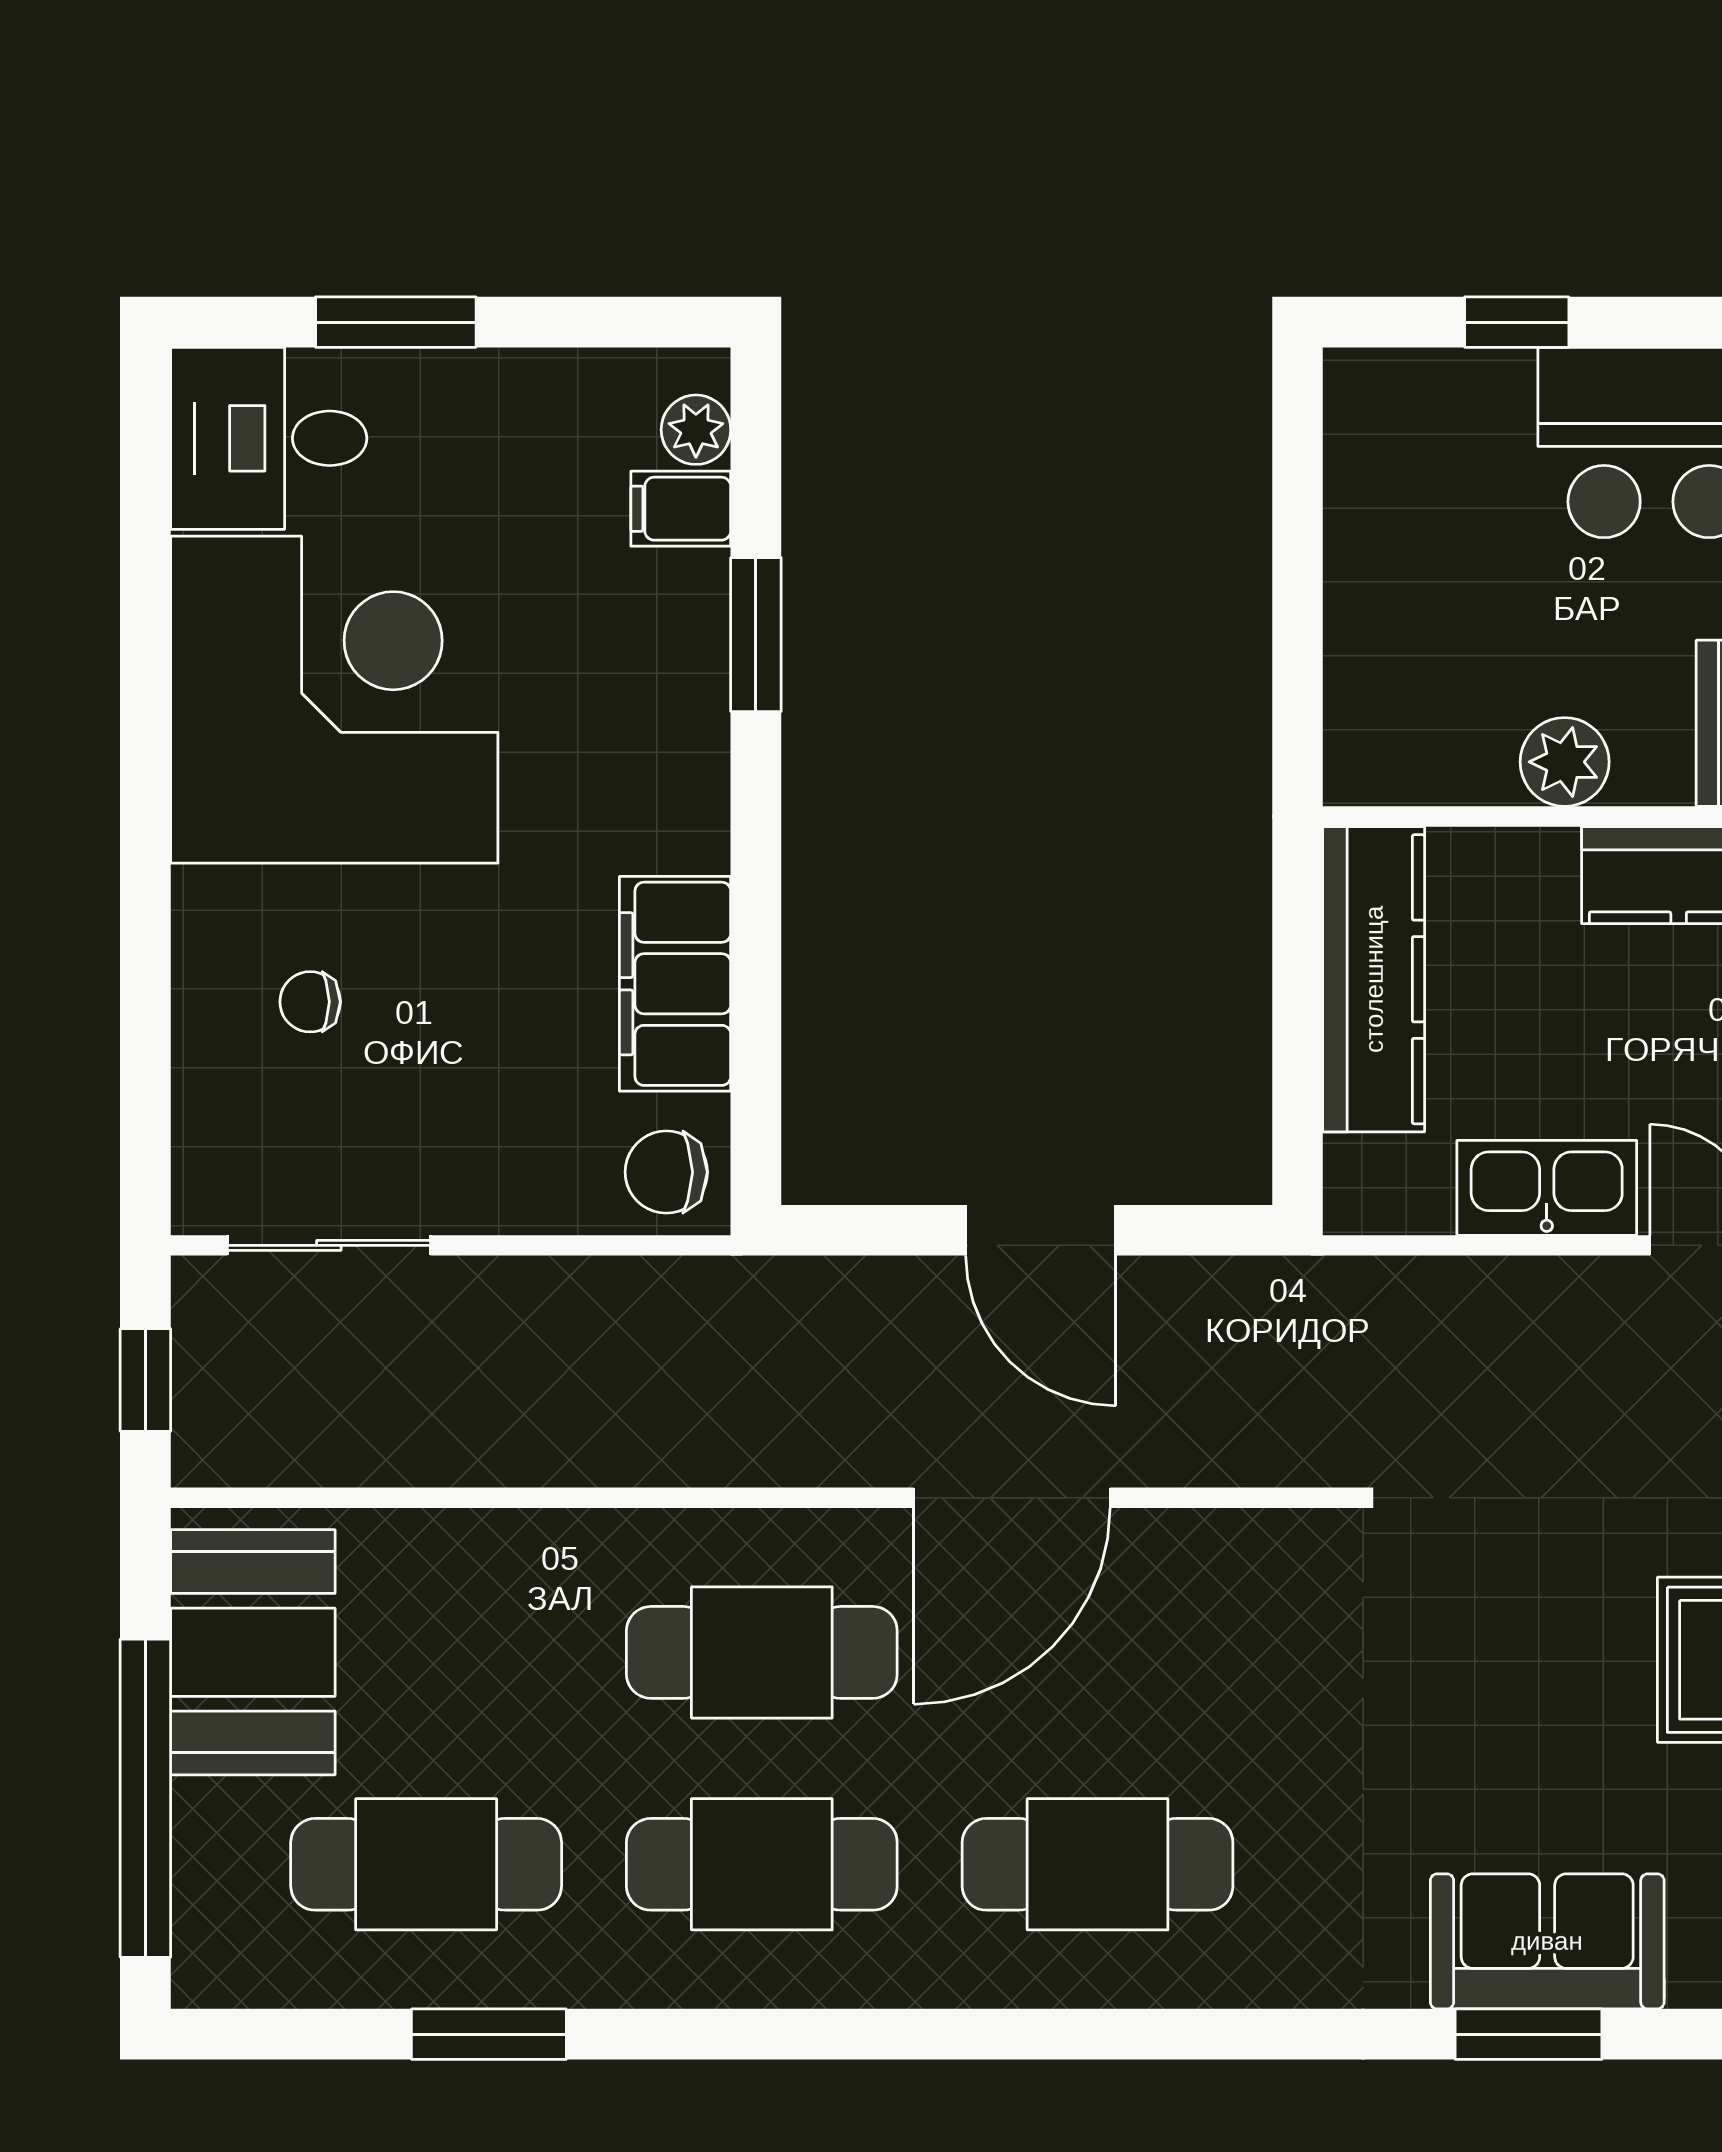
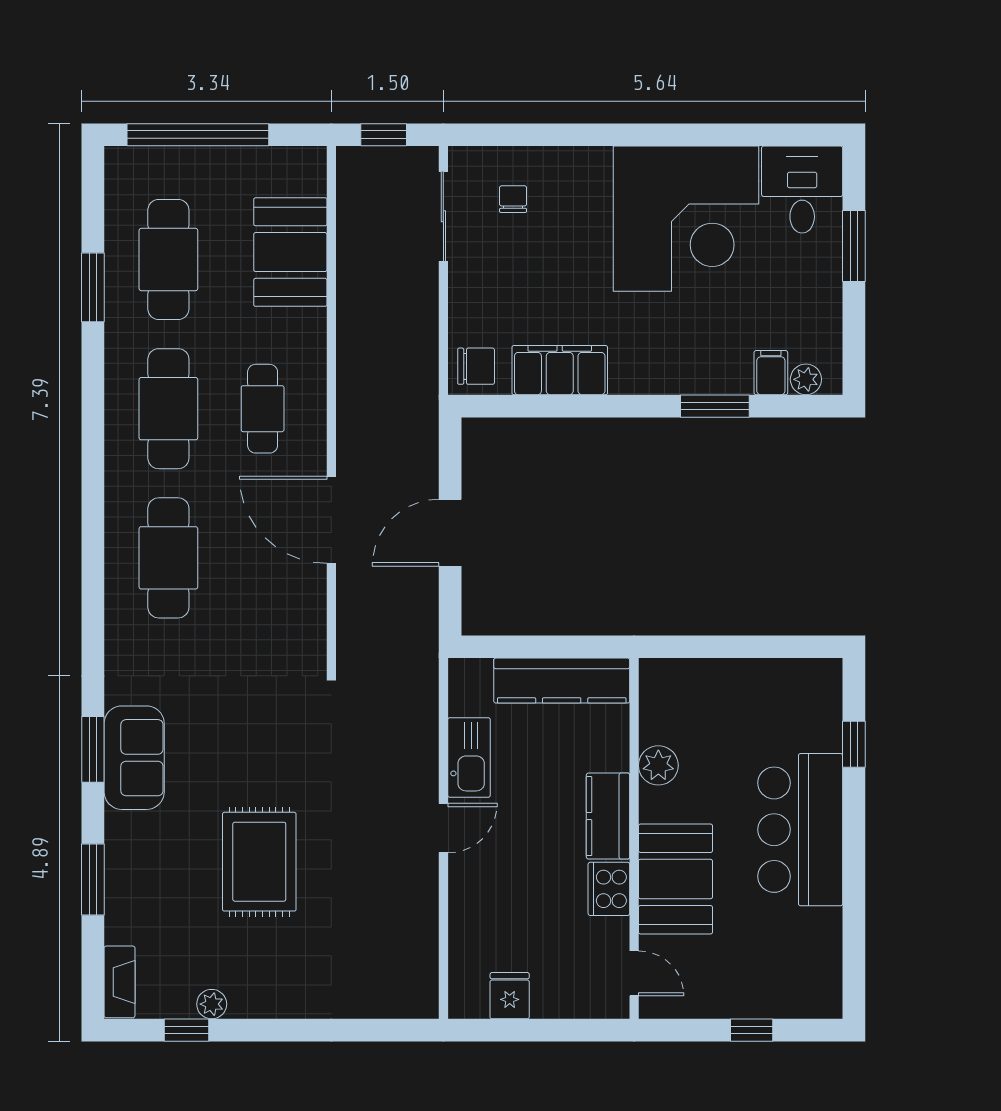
chair: (310, 1002) -> (513, 199), moved
chair: (666, 1172) -> (476, 366), turned 90
booth: (253, 1652) -> (290, 252), moved, turned 90
cafe table: (762, 1652) -> (263, 409), width x0.73, depth x0.74

